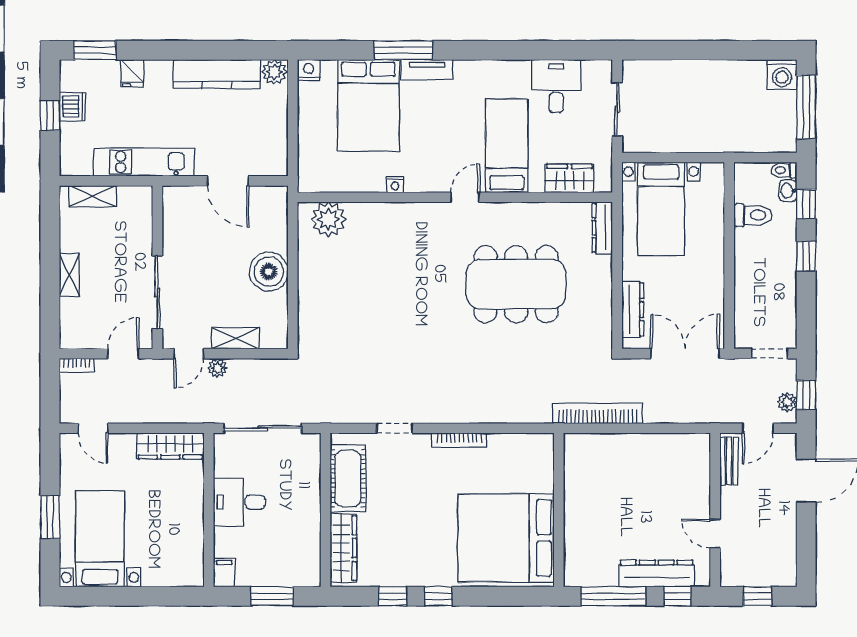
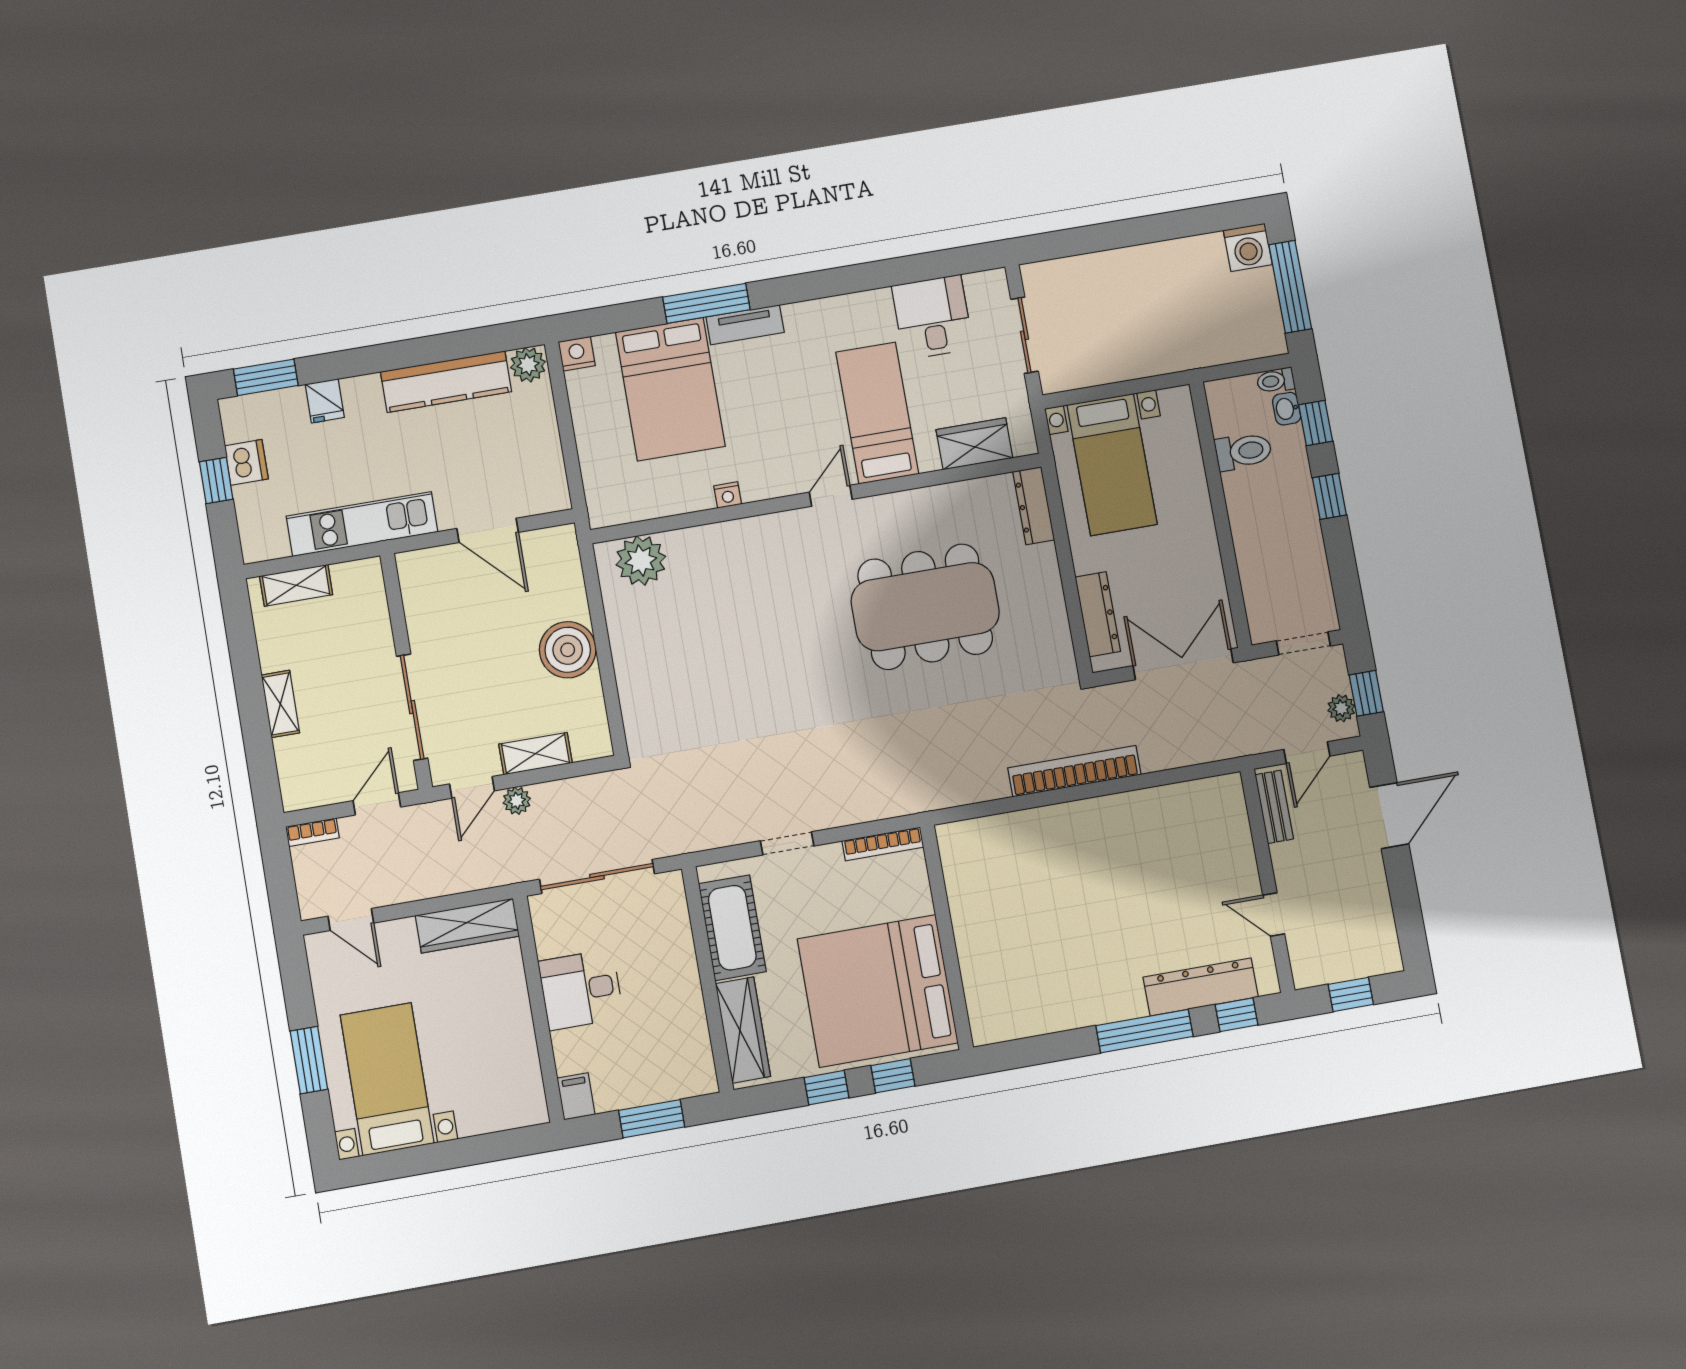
wall: (559, 510) -> (947, 937), moved
bed: (506, 538) -> (878, 991), moved

